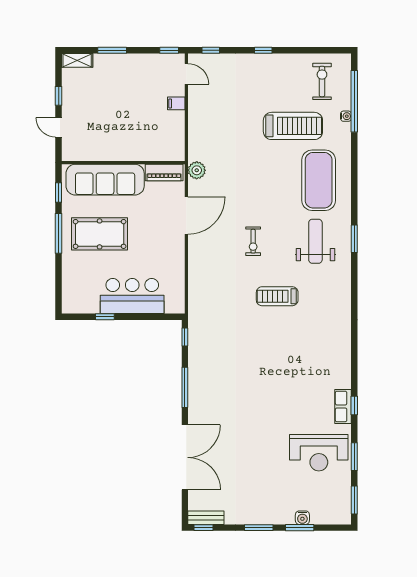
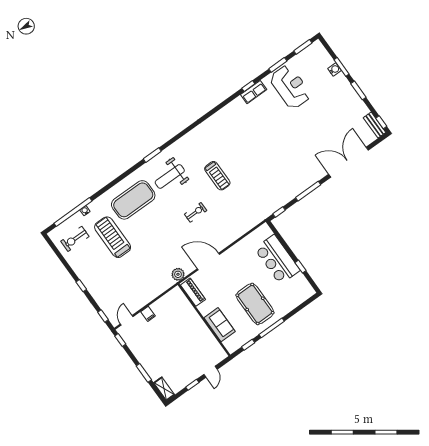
sofa: (105, 180) -> (220, 325), width x0.54, depth x0.79

